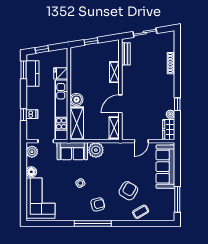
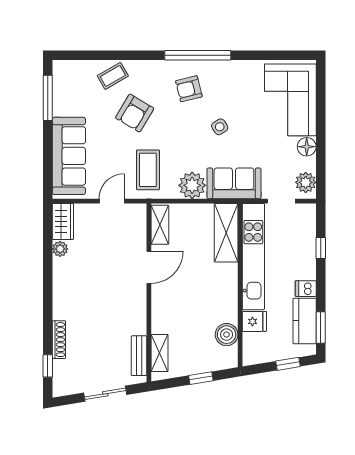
shelving: (114, 72) -> (159, 353), moved
boiler: (76, 100) -> (227, 335), moved
window: (177, 104) -> (48, 366), moved
dishwasher: (32, 114) -> (306, 289), moved
coffee table: (121, 159) -> (148, 170), added

